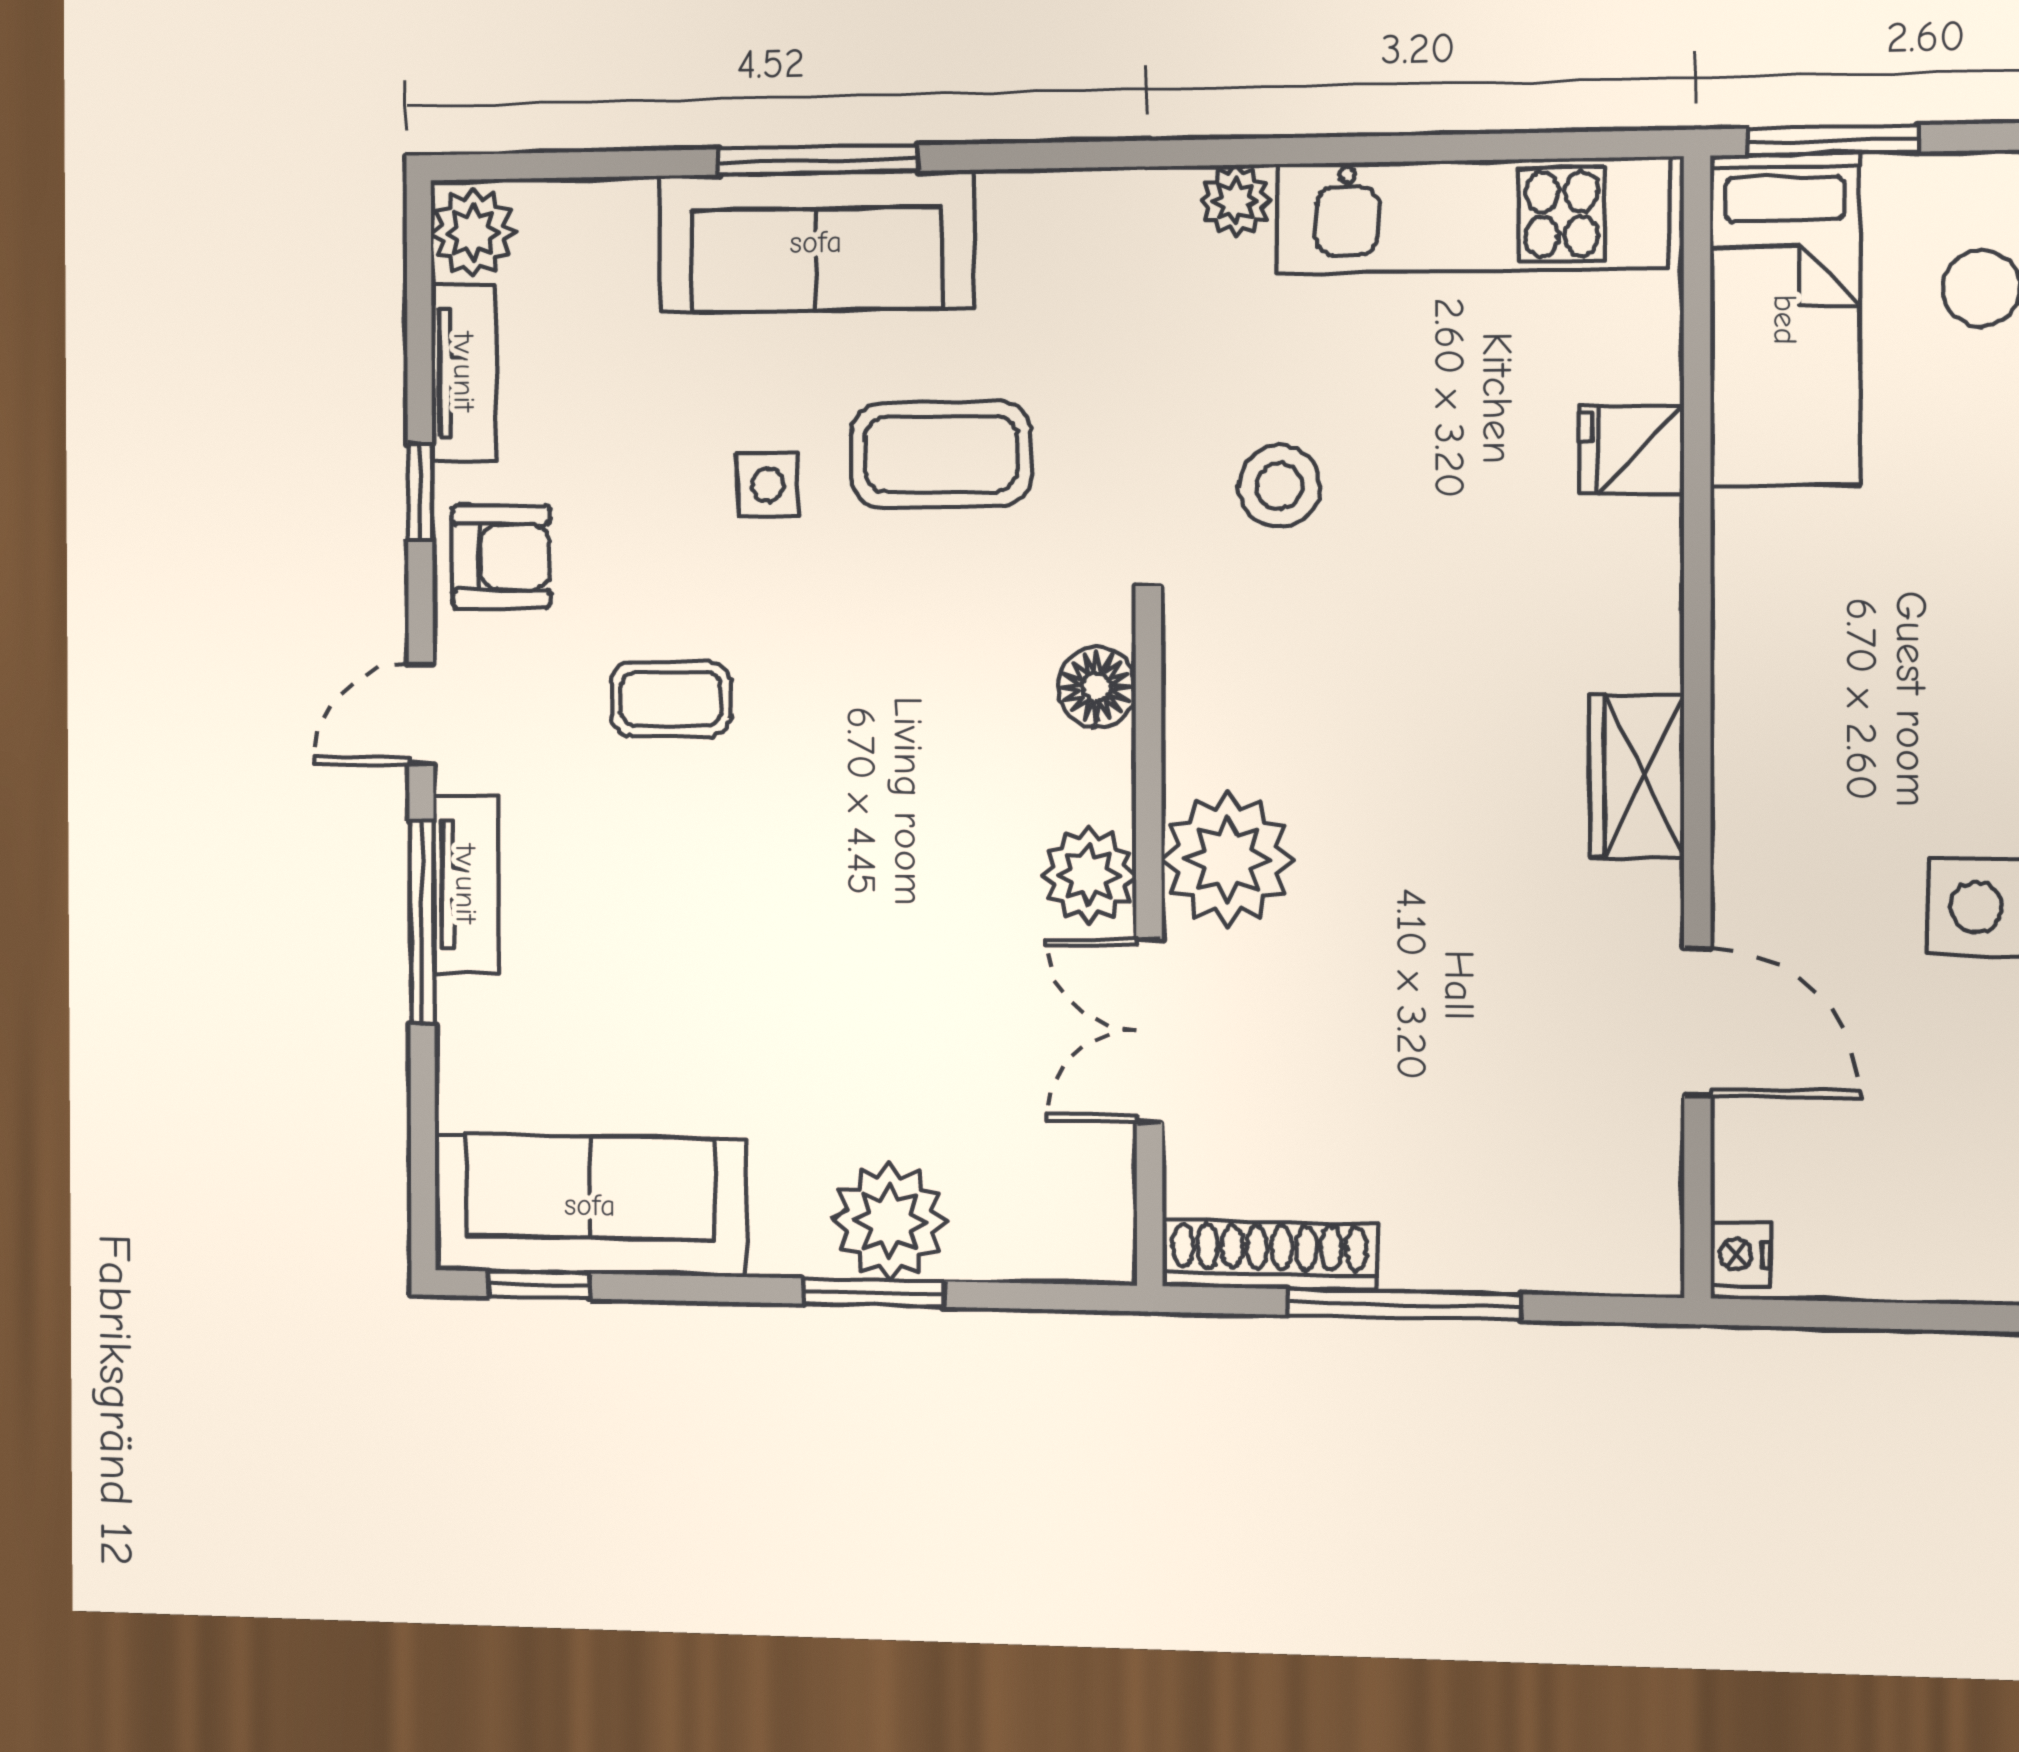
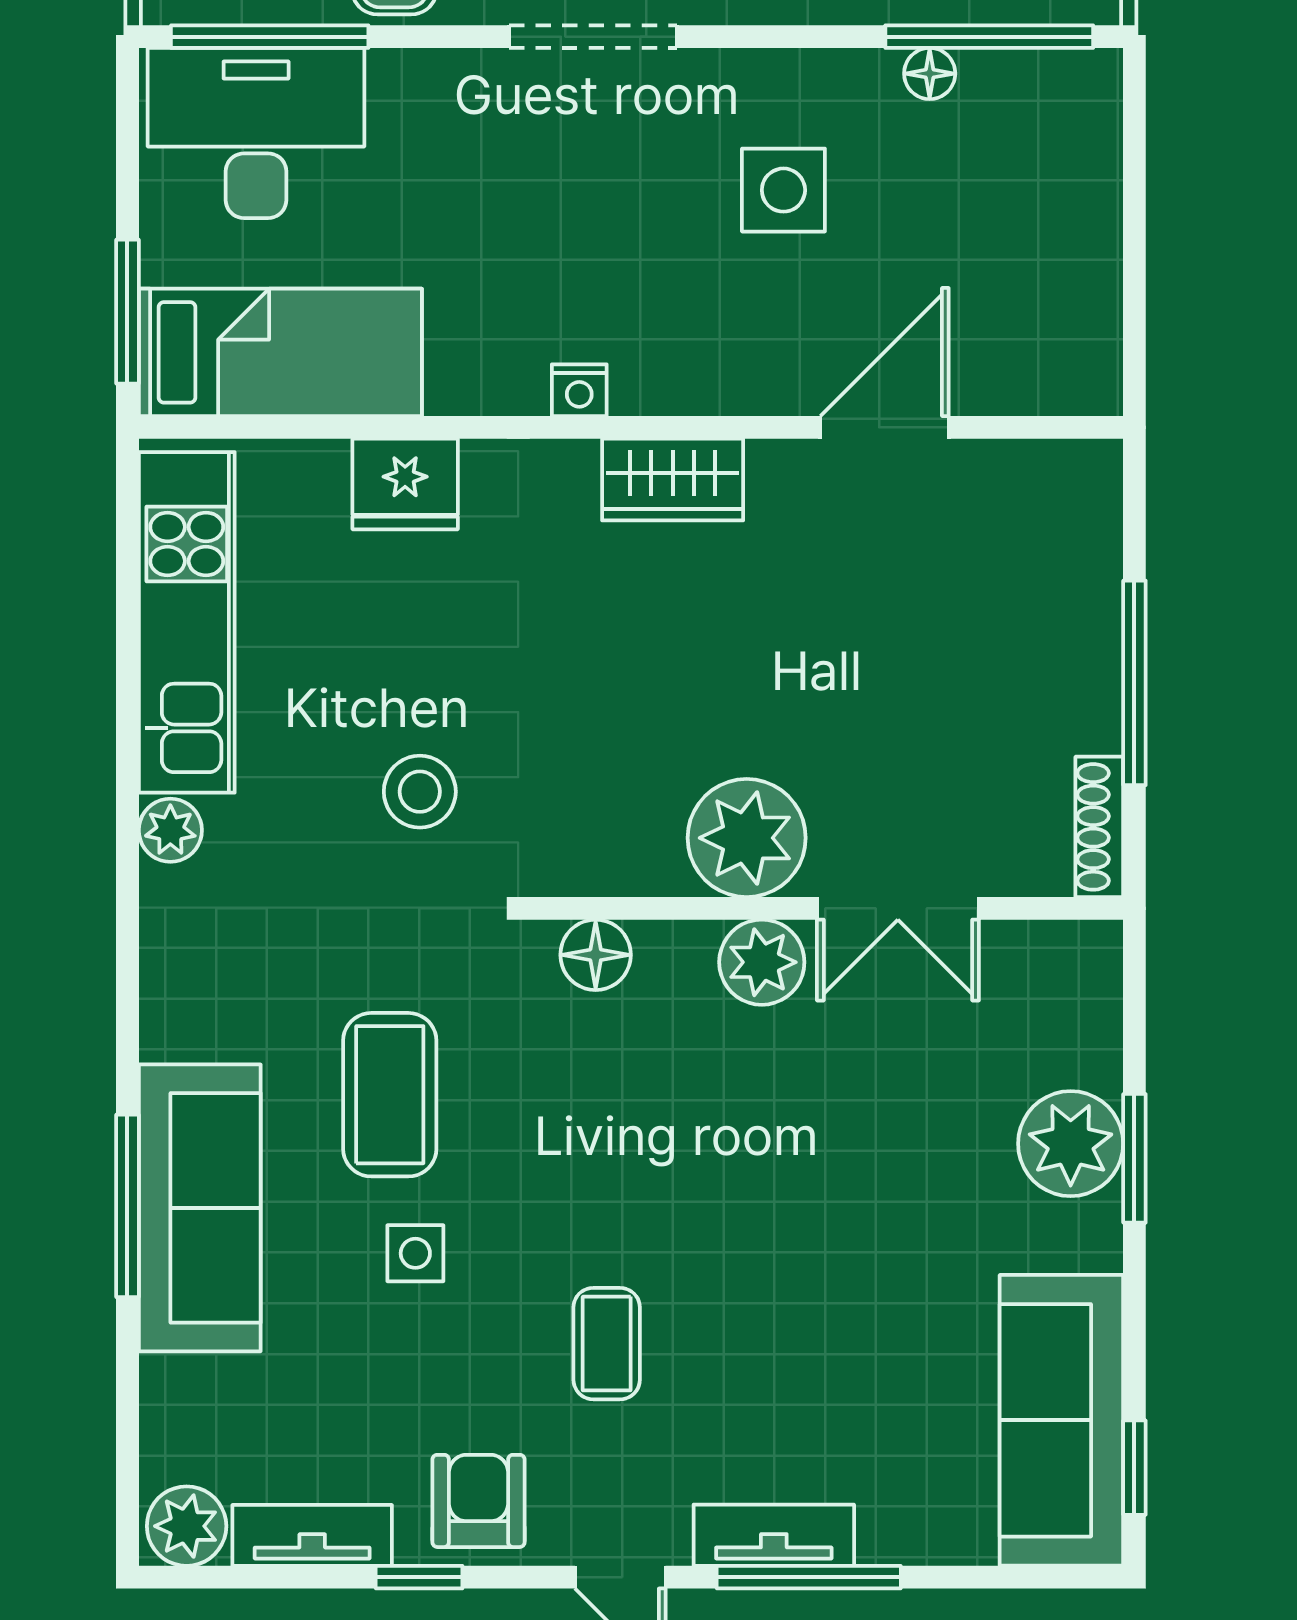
fridge: (1631, 449) -> (405, 484), width x1.38
shoe rack: (1269, 1255) -> (1099, 827), width x0.74, depth x0.81
nightstand: (1741, 1255) -> (579, 390), moved

